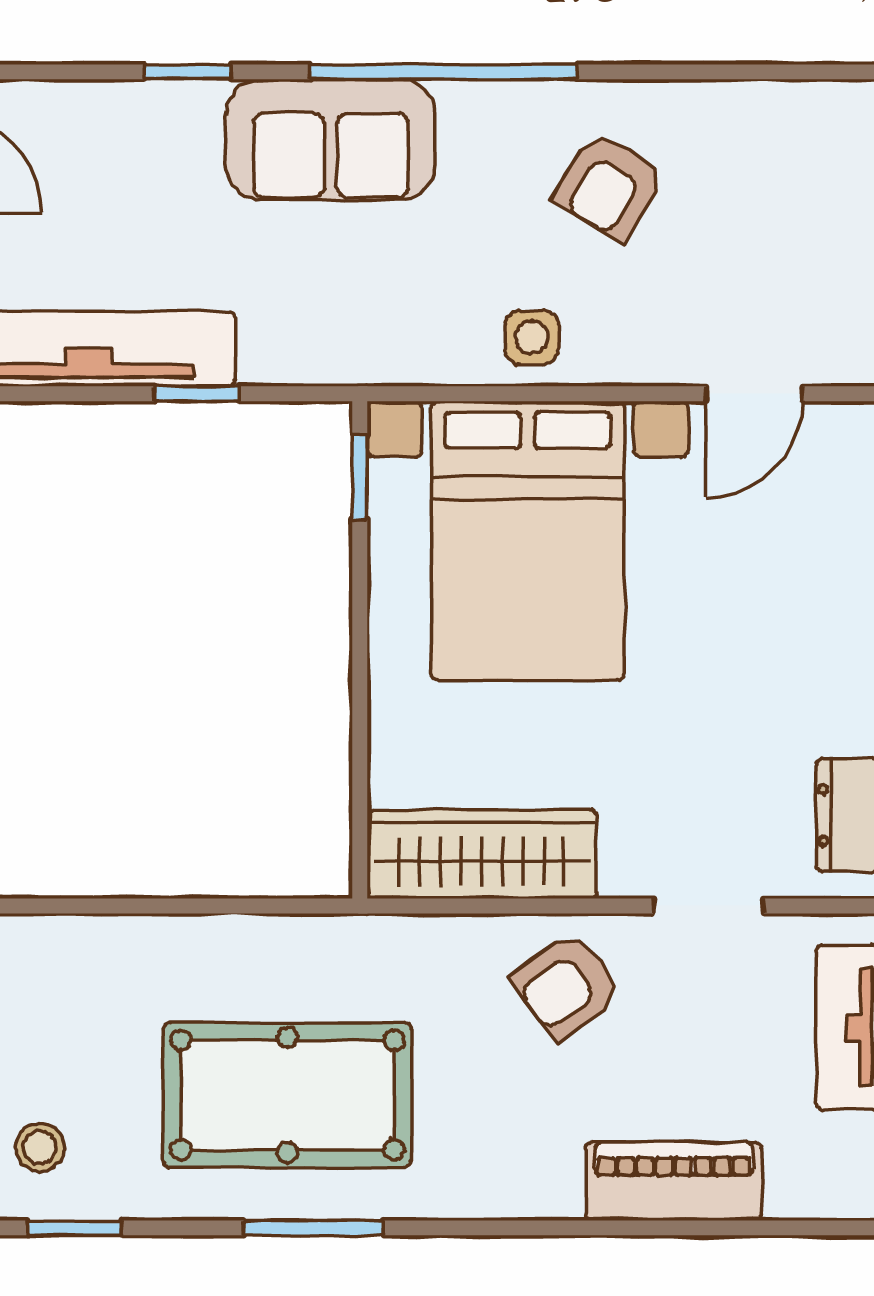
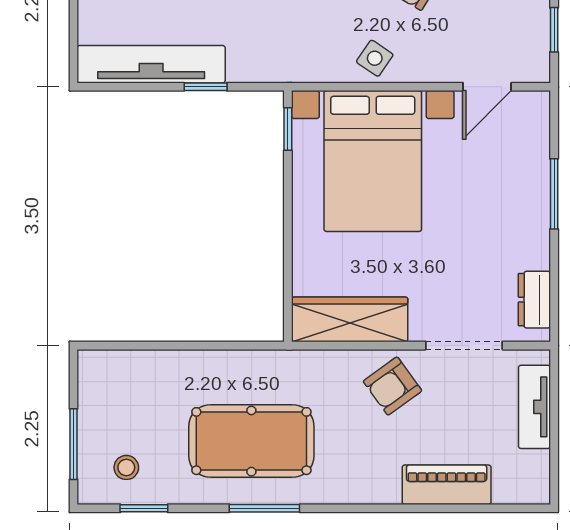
side table: (532, 337) -> (375, 58), turned 34
doorway: (708, 906) -> (464, 346), width x1.38

